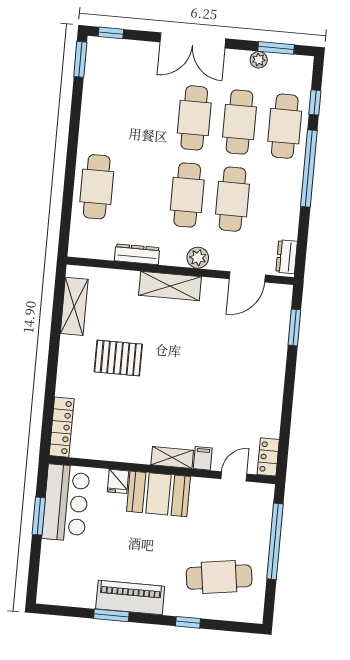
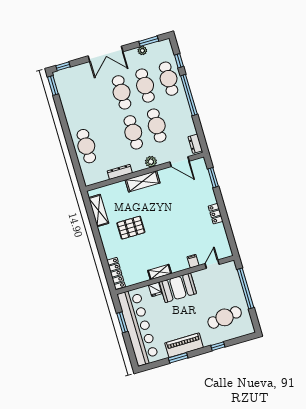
door: (247, 277) -> (179, 162), hinge flipped
locker: (268, 457) -> (216, 214), moved
shelving: (172, 458) -> (160, 272), moved
bar counter: (66, 503) -> (138, 327), width x1.86

